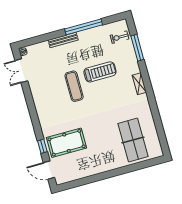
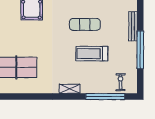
window: (137, 48) -> (105, 97), width x1.46
treadmill: (100, 72) -> (92, 54), turned 90

